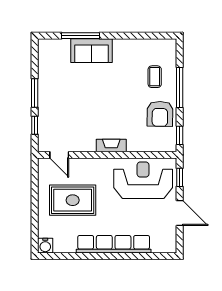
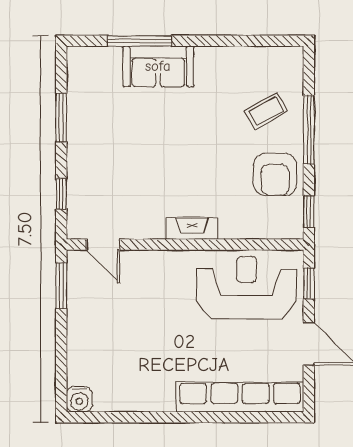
coffee table: (155, 77) -> (266, 111), turned 61
window: (35, 93) -> (61, 118), moved
window: (35, 179) -> (61, 286), added
rug: (73, 200) -> (126, 322), removed
row of seats: (114, 244) -> (240, 397), moved

